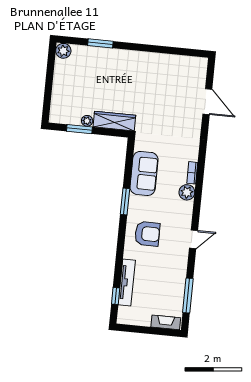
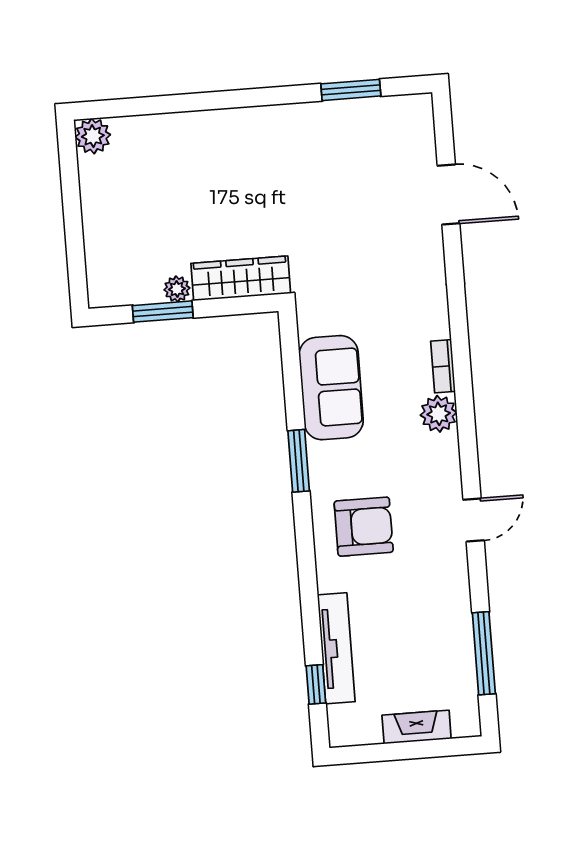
window: (100, 43) -> (351, 90), moved
fireplace: (166, 322) -> (417, 727), moved

